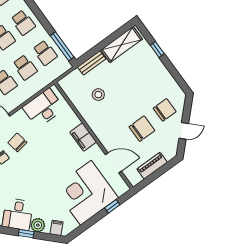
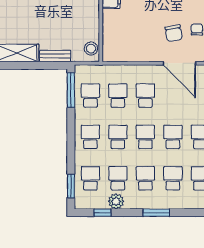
stool: (98, 95) -> (91, 49), moved
desk: (43, 108) -> (128, 47), removed

